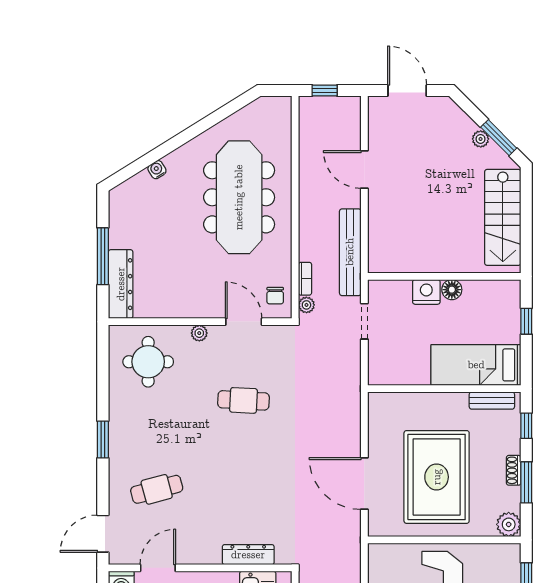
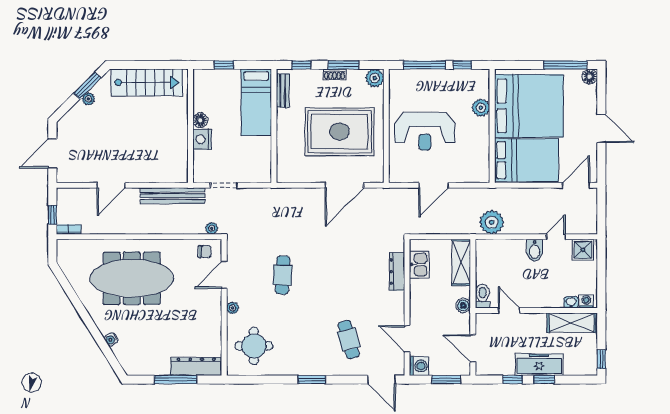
bookcase: (305, 279) -> (69, 229), moved

